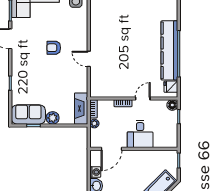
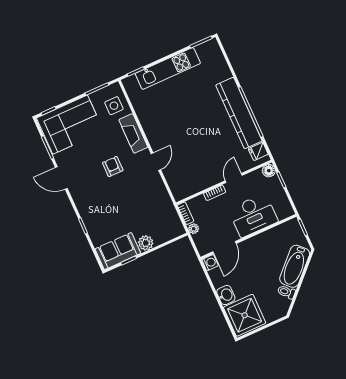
armchair: (54, 48) -> (113, 167), turned 90
door: (89, 59) -> (156, 162), swing flipped
fireplace: (81, 109) -> (133, 133), moved
desk: (140, 134) -> (253, 215), width x1.37
washing machine: (95, 172) -> (210, 263), moved

